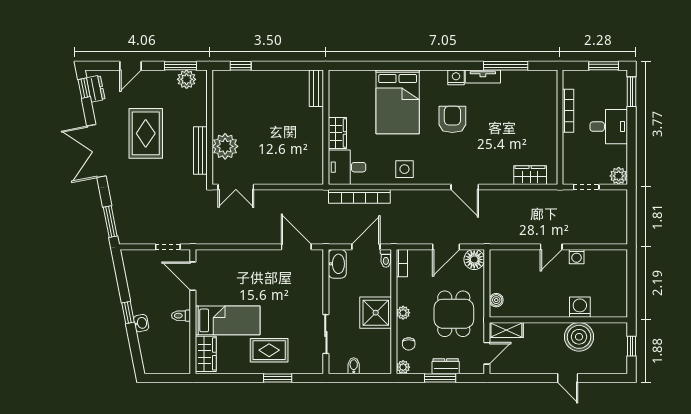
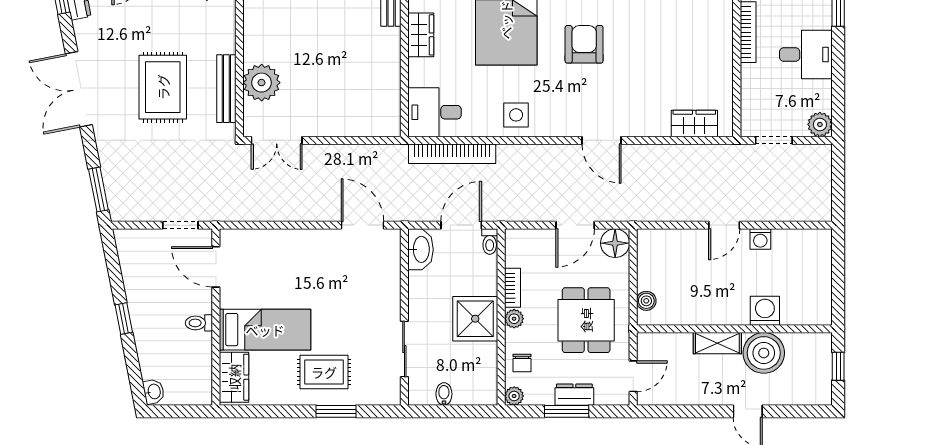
rug: (146, 133) -> (163, 87), moved
wardrobe: (337, 133) -> (421, 35), moved
bookcase: (402, 263) -> (512, 288), moved
washbasin: (141, 323) -> (154, 392), moved
shelving: (506, 330) -> (717, 343), moved

